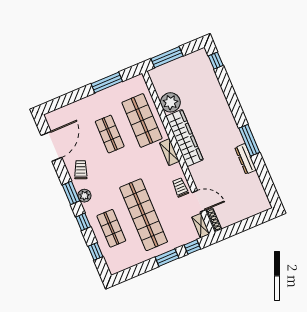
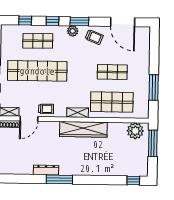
plant: (170, 102) -> (135, 131), moved

